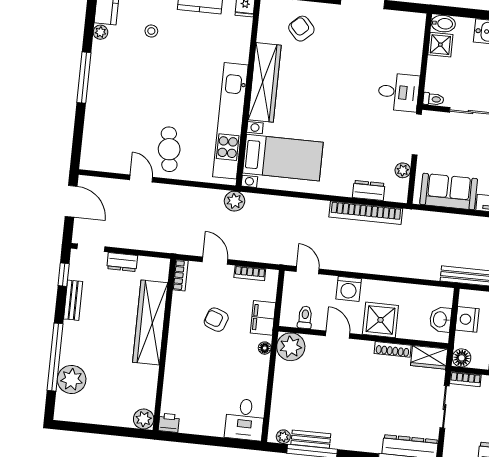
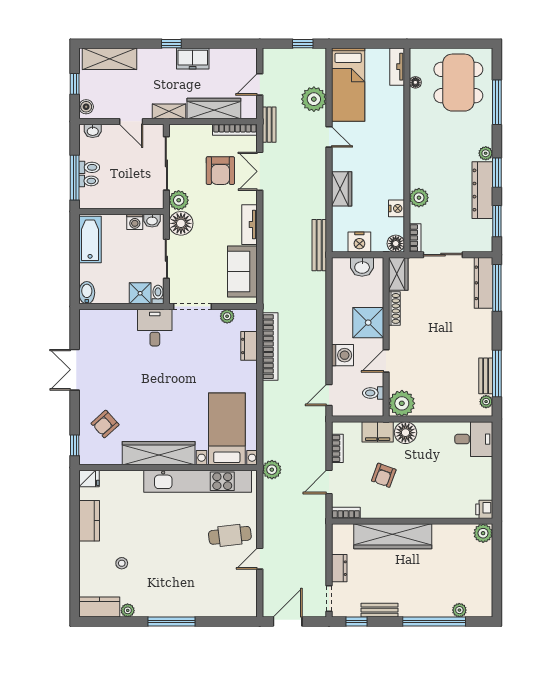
shower: (440, 45) -> (140, 293), moved
floor lamp: (265, 348) -> (405, 433), width x1.89, depth x1.89
plant: (72, 379) -> (459, 610), width x0.53, depth x0.53

